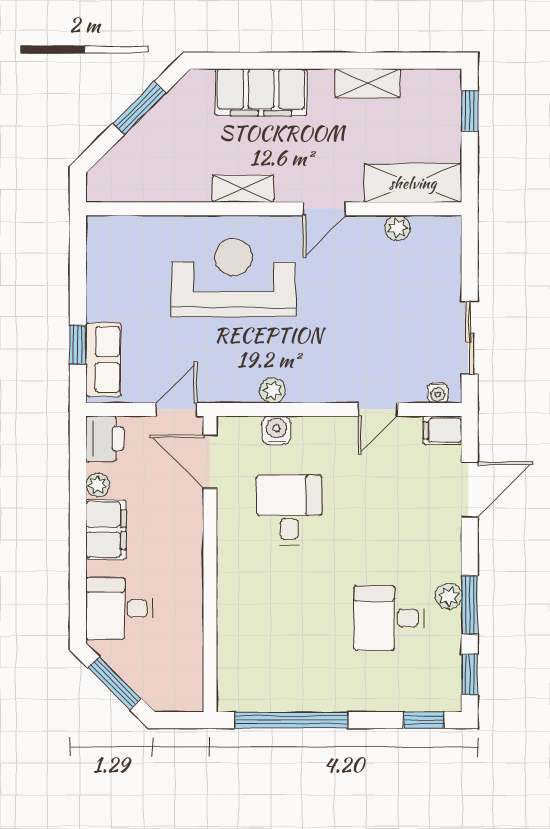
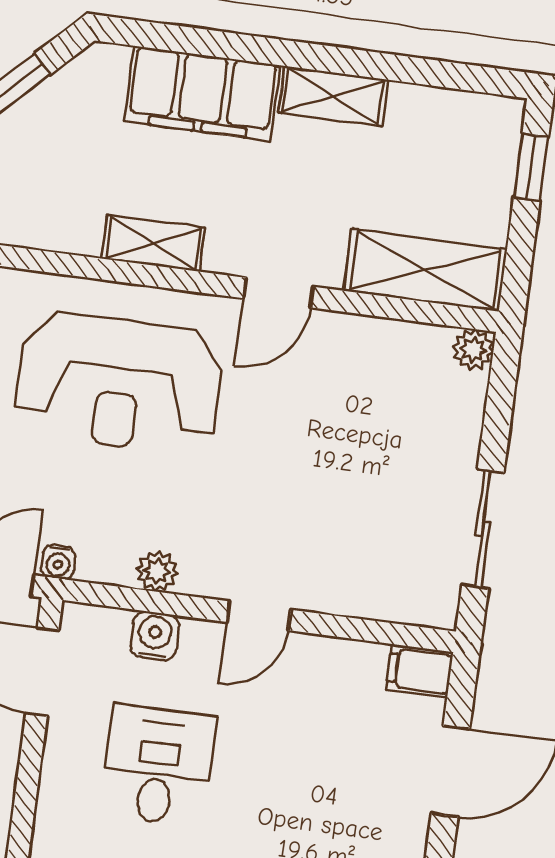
shelving: (368, 83) -> (333, 96), moved
plant: (398, 228) -> (473, 350), moved
reception desk: (233, 278) -> (119, 383), turned 180
water cooler: (438, 393) -> (58, 562), moved
door: (378, 409) -> (259, 616), moved

